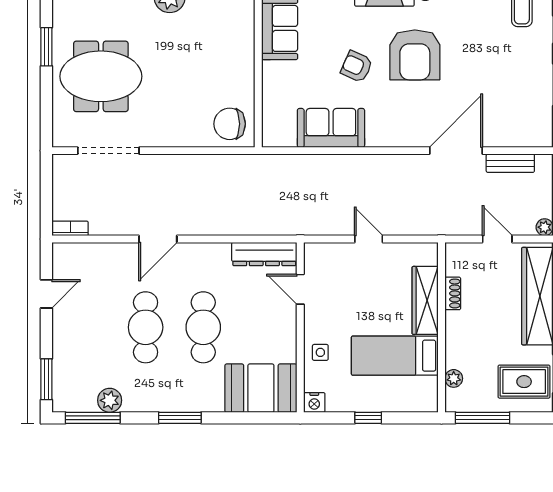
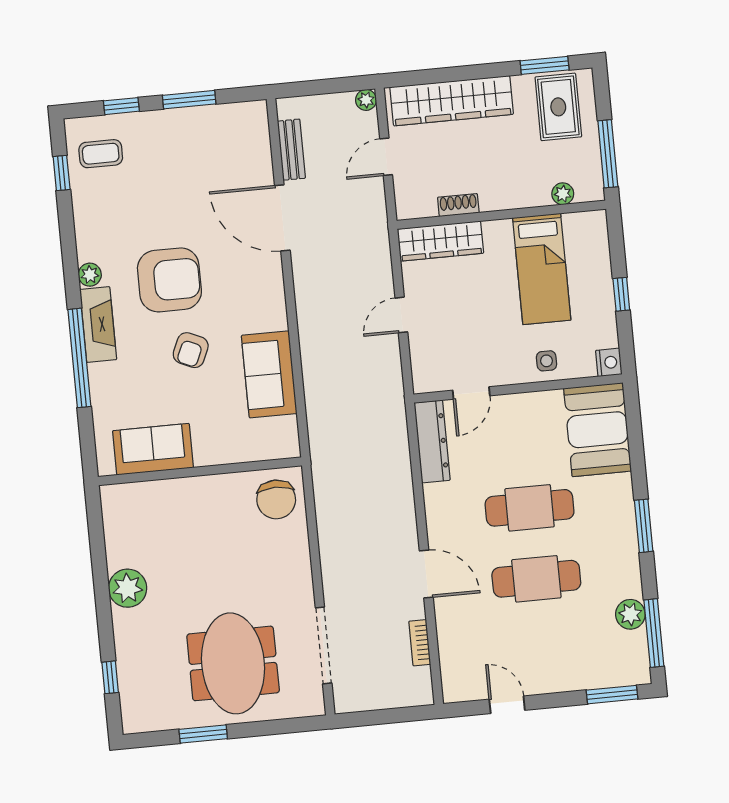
bookcase: (70, 228) -> (420, 643), moved
wardrobe: (425, 300) -> (440, 241), moved

